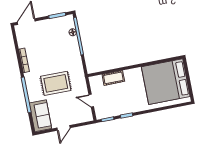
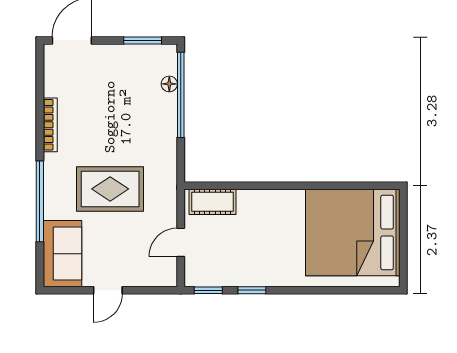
cot: (113, 78) -> (213, 202), moved
door: (91, 101) -> (181, 242), hinge flipped

